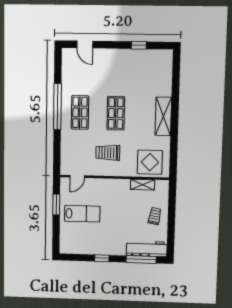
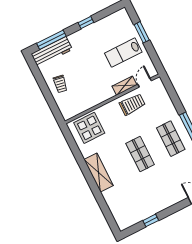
trolley: (108, 153) -> (132, 104), moved
shelving: (142, 185) -> (125, 86), moved
window: (56, 204) -> (142, 32), moved

